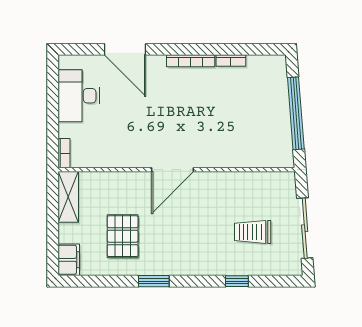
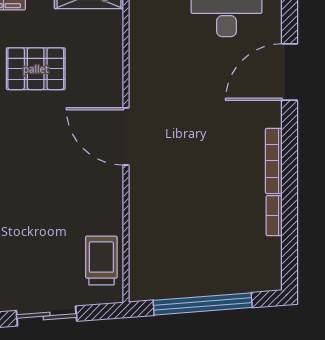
sliding door: (305, 228) -> (47, 316), width x0.73
trolley: (253, 232) -> (101, 261), moved

